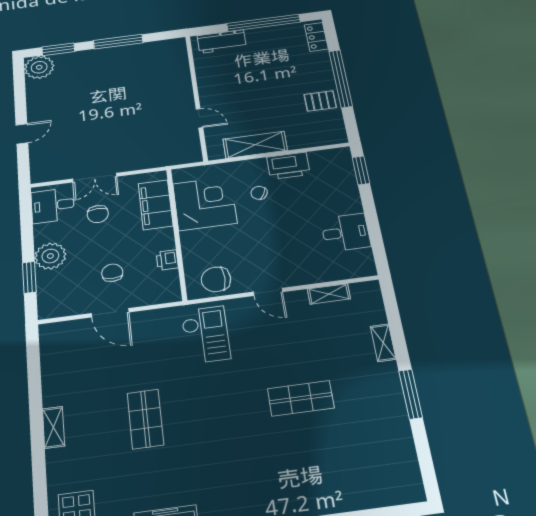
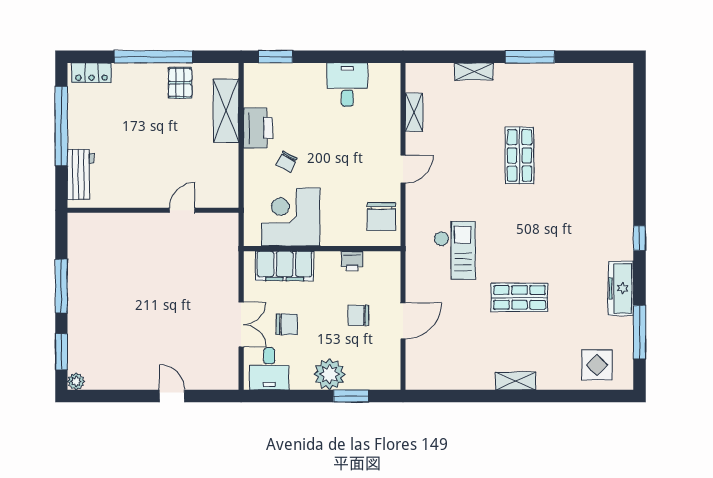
plant: (39, 67) -> (76, 381), width x0.53, depth x0.53
shelving: (255, 145) -> (226, 111), moved
checkout: (206, 335) -> (455, 250), moved, turned 90

